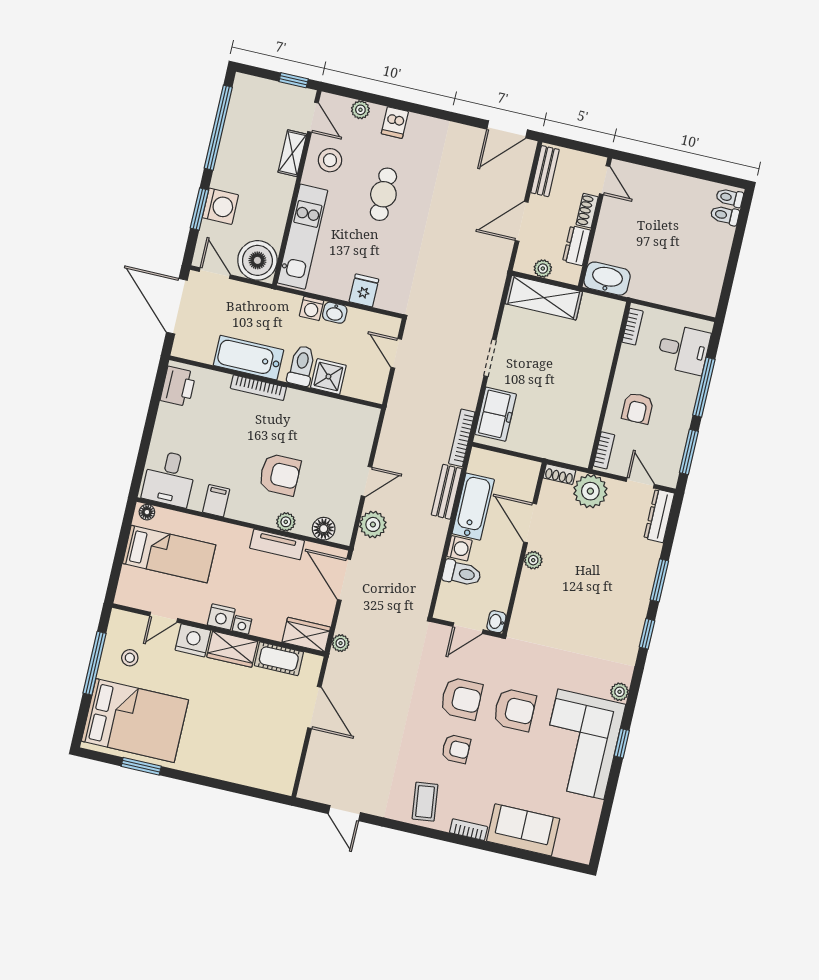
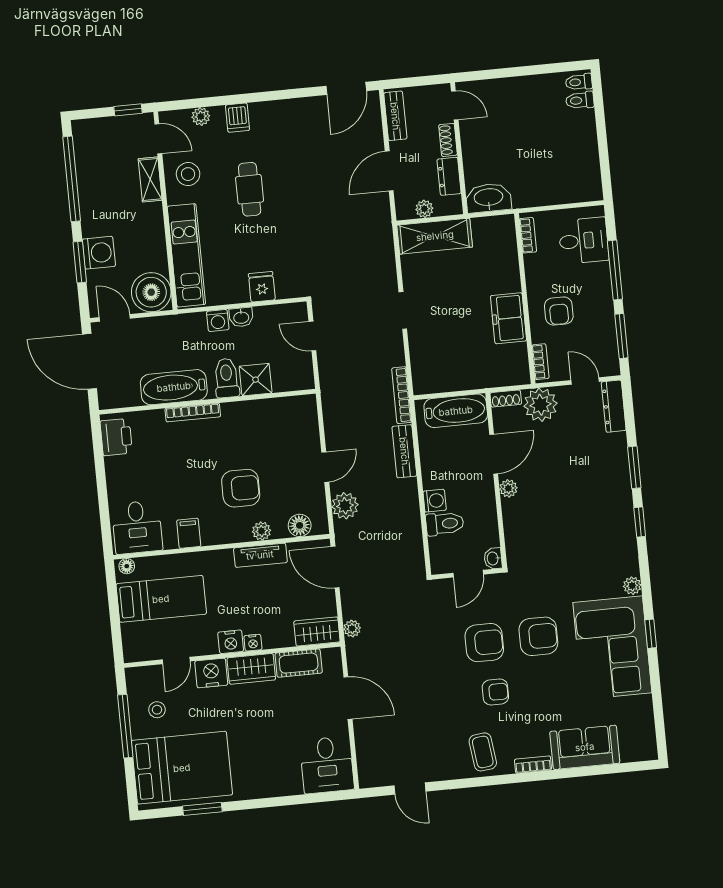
freezer: (496, 414) -> (509, 318), moved, turned 180
bathtub: (473, 507) -> (456, 411), moved, turned 90
door: (530, 523) -> (494, 454), swing flipped
desk: (273, 764) -> (327, 765), added

